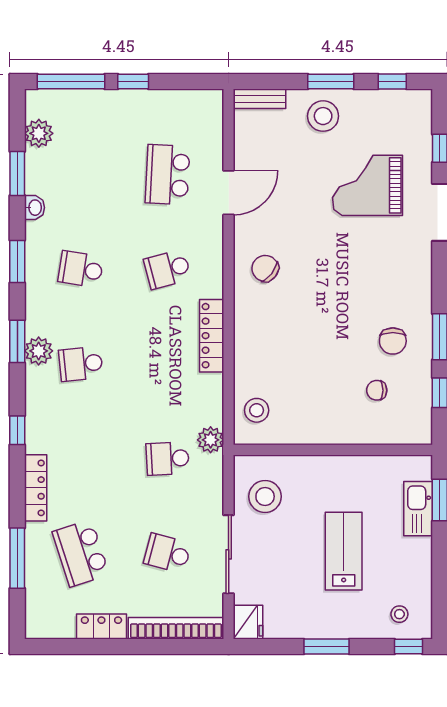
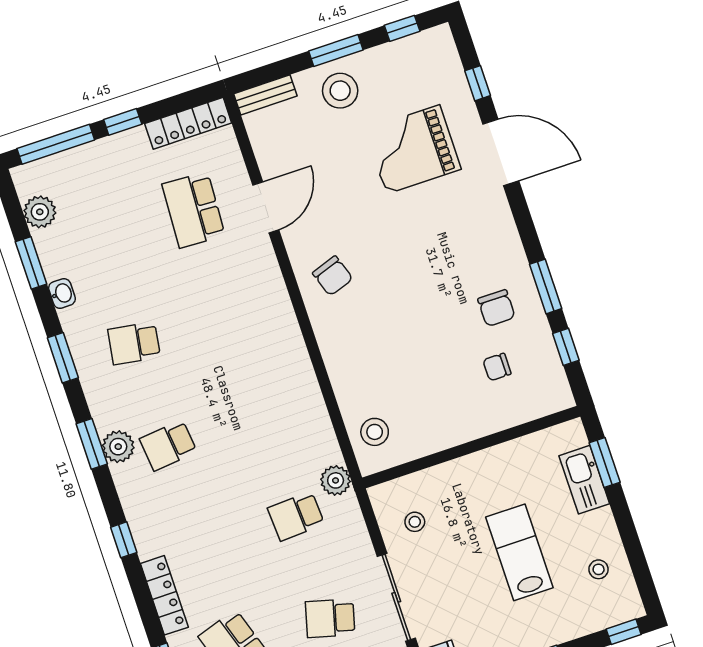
chair: (265, 268) -> (333, 276), turned -147
school desk: (168, 269) -> (228, 312), removed
locker: (212, 336) -> (188, 123), moved, turned -90
stool: (265, 496) -> (415, 522), width x0.53, depth x0.53
stool: (399, 614) -> (599, 569), moved

